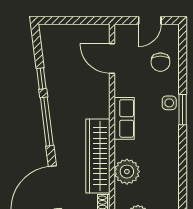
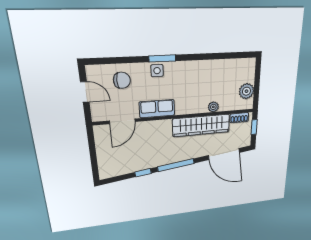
row of seats: (124, 118) -> (157, 109), moved
plant: (127, 172) -> (213, 107), width x0.53, depth x0.53

